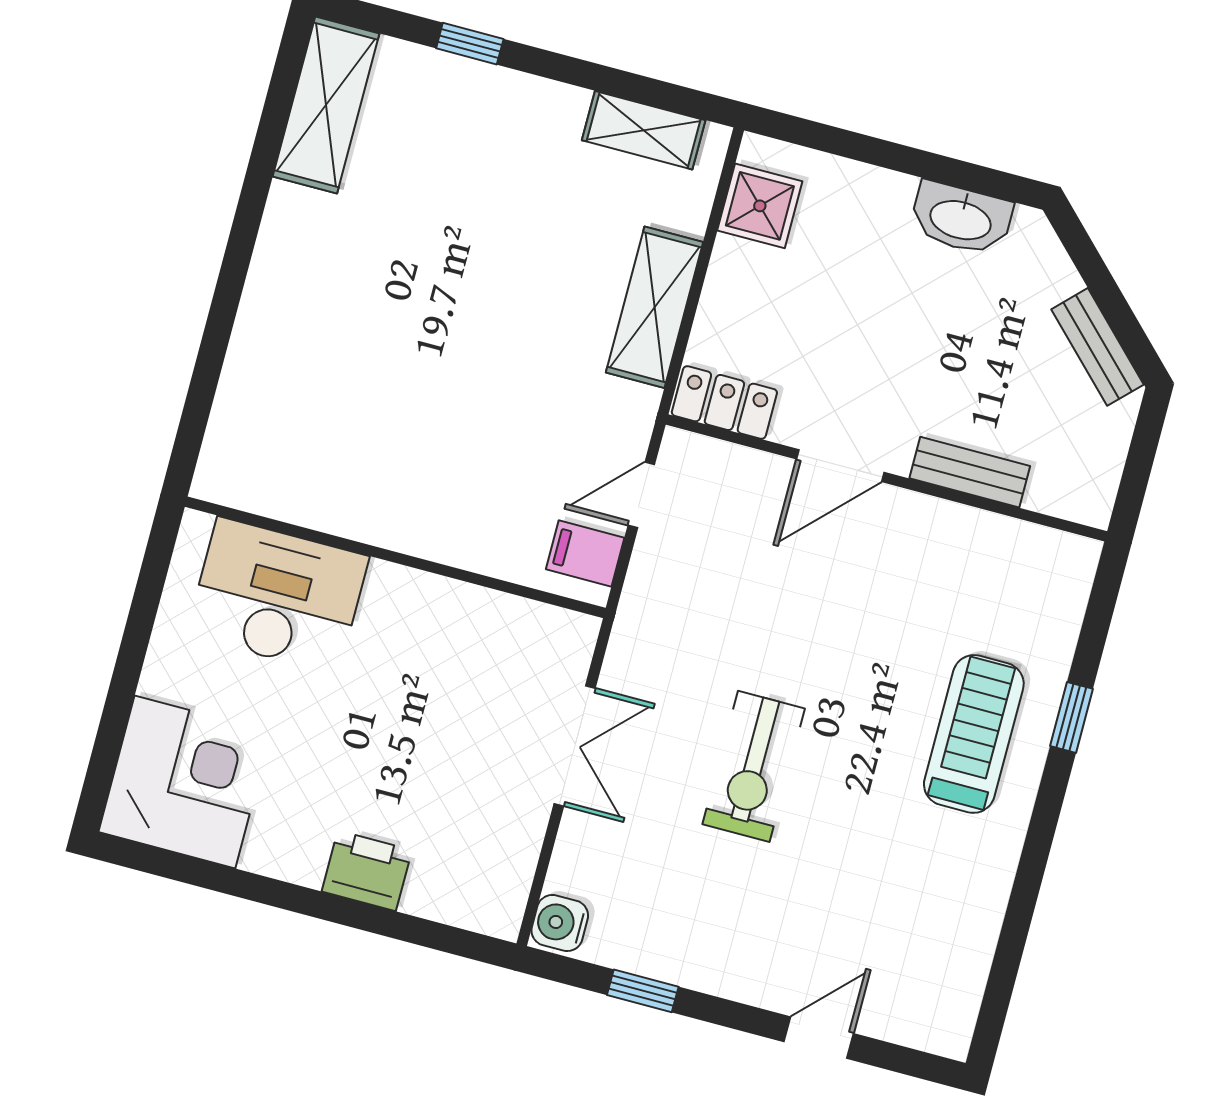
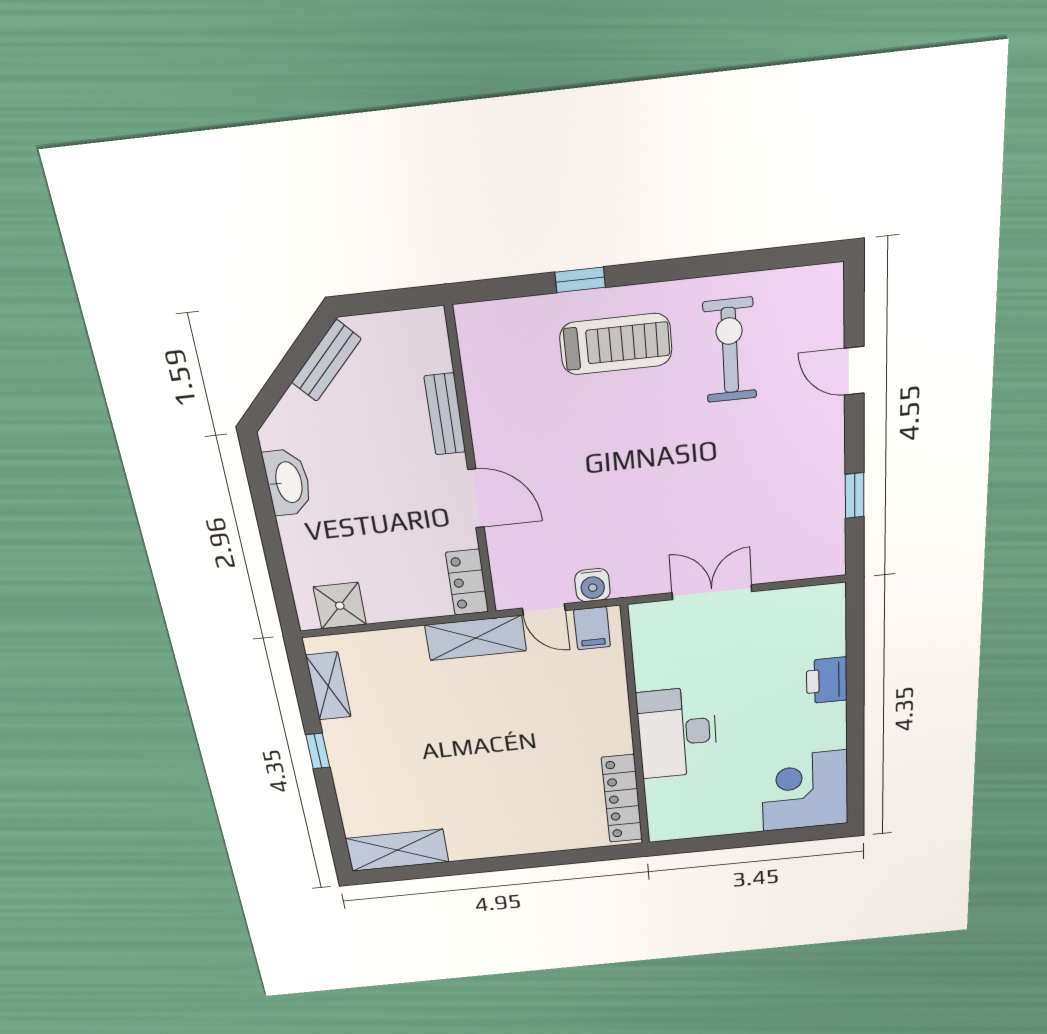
window: (470, 44) -> (318, 751), moved
shelving: (654, 307) -> (476, 638), moved
locker: (281, 493) -> (622, 799), added
desk: (278, 596) -> (677, 733), moved
treadmill: (974, 734) -> (616, 344), turned 180
exercise bike: (754, 766) -> (730, 350), moved, turned -90
water cooler: (560, 923) -> (592, 585), moved

